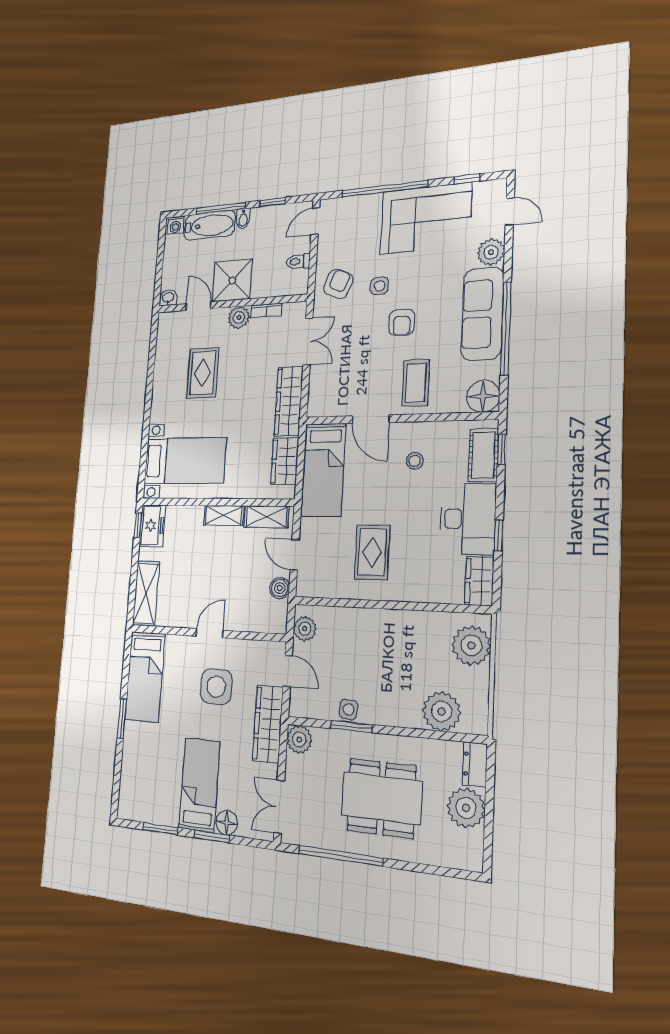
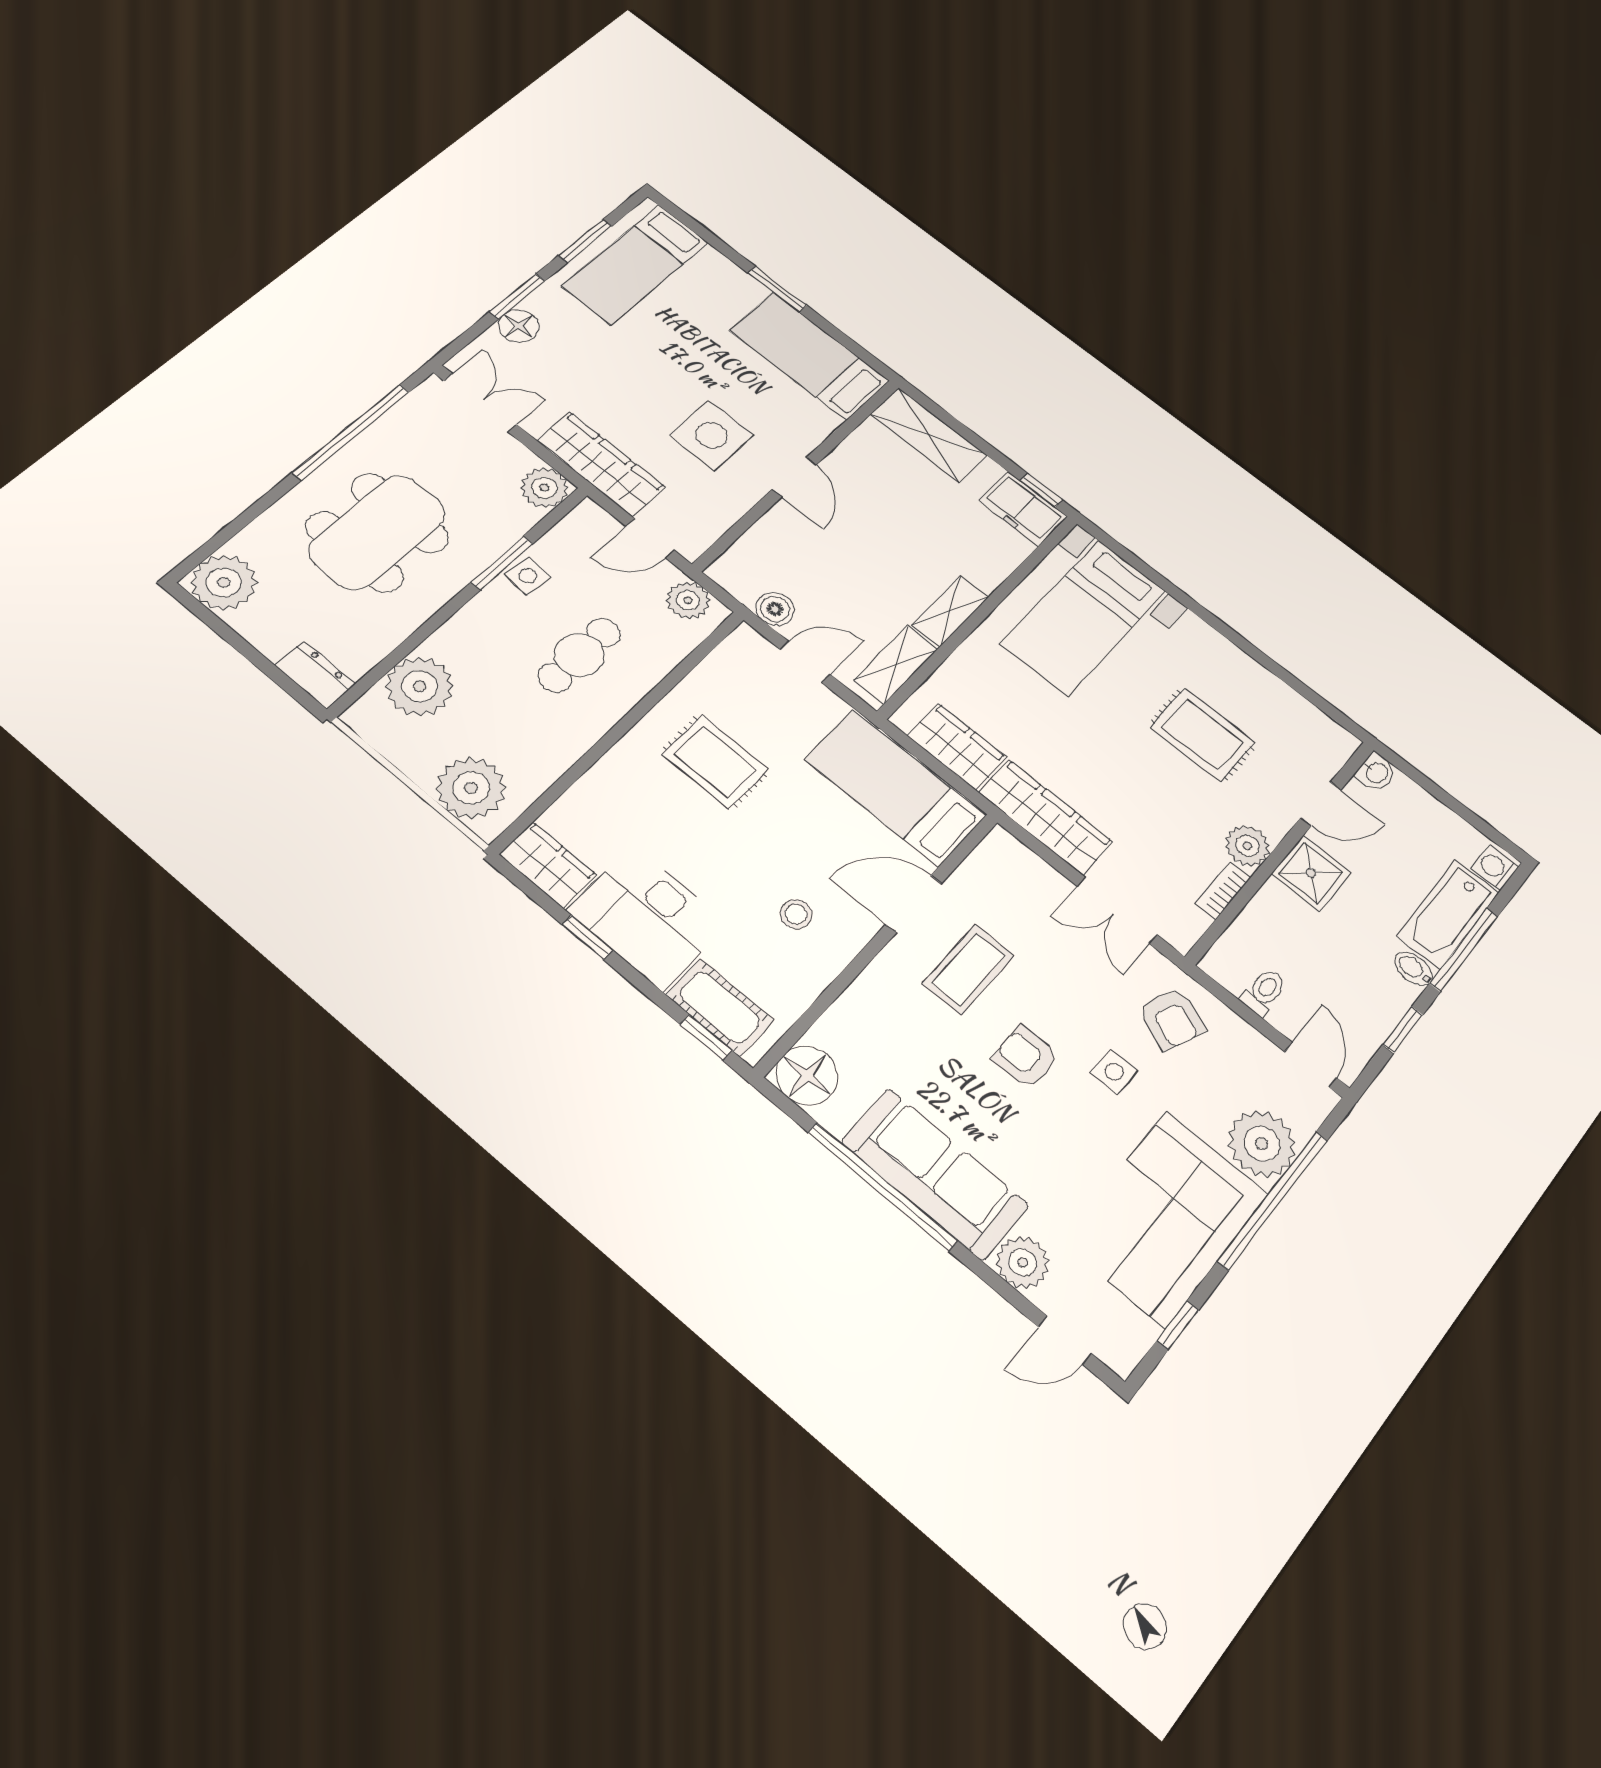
plant: (364, 211) -> (1262, 1144), added
shower: (232, 280) -> (1311, 873), width x0.73, depth x0.73
coffee table: (416, 383) -> (968, 969), moved, turned 90
cafe table: (369, 653) -> (579, 655), added
bed: (199, 785) -> (635, 264), moved, turned 90
plant: (466, 808) -> (224, 582), moved

